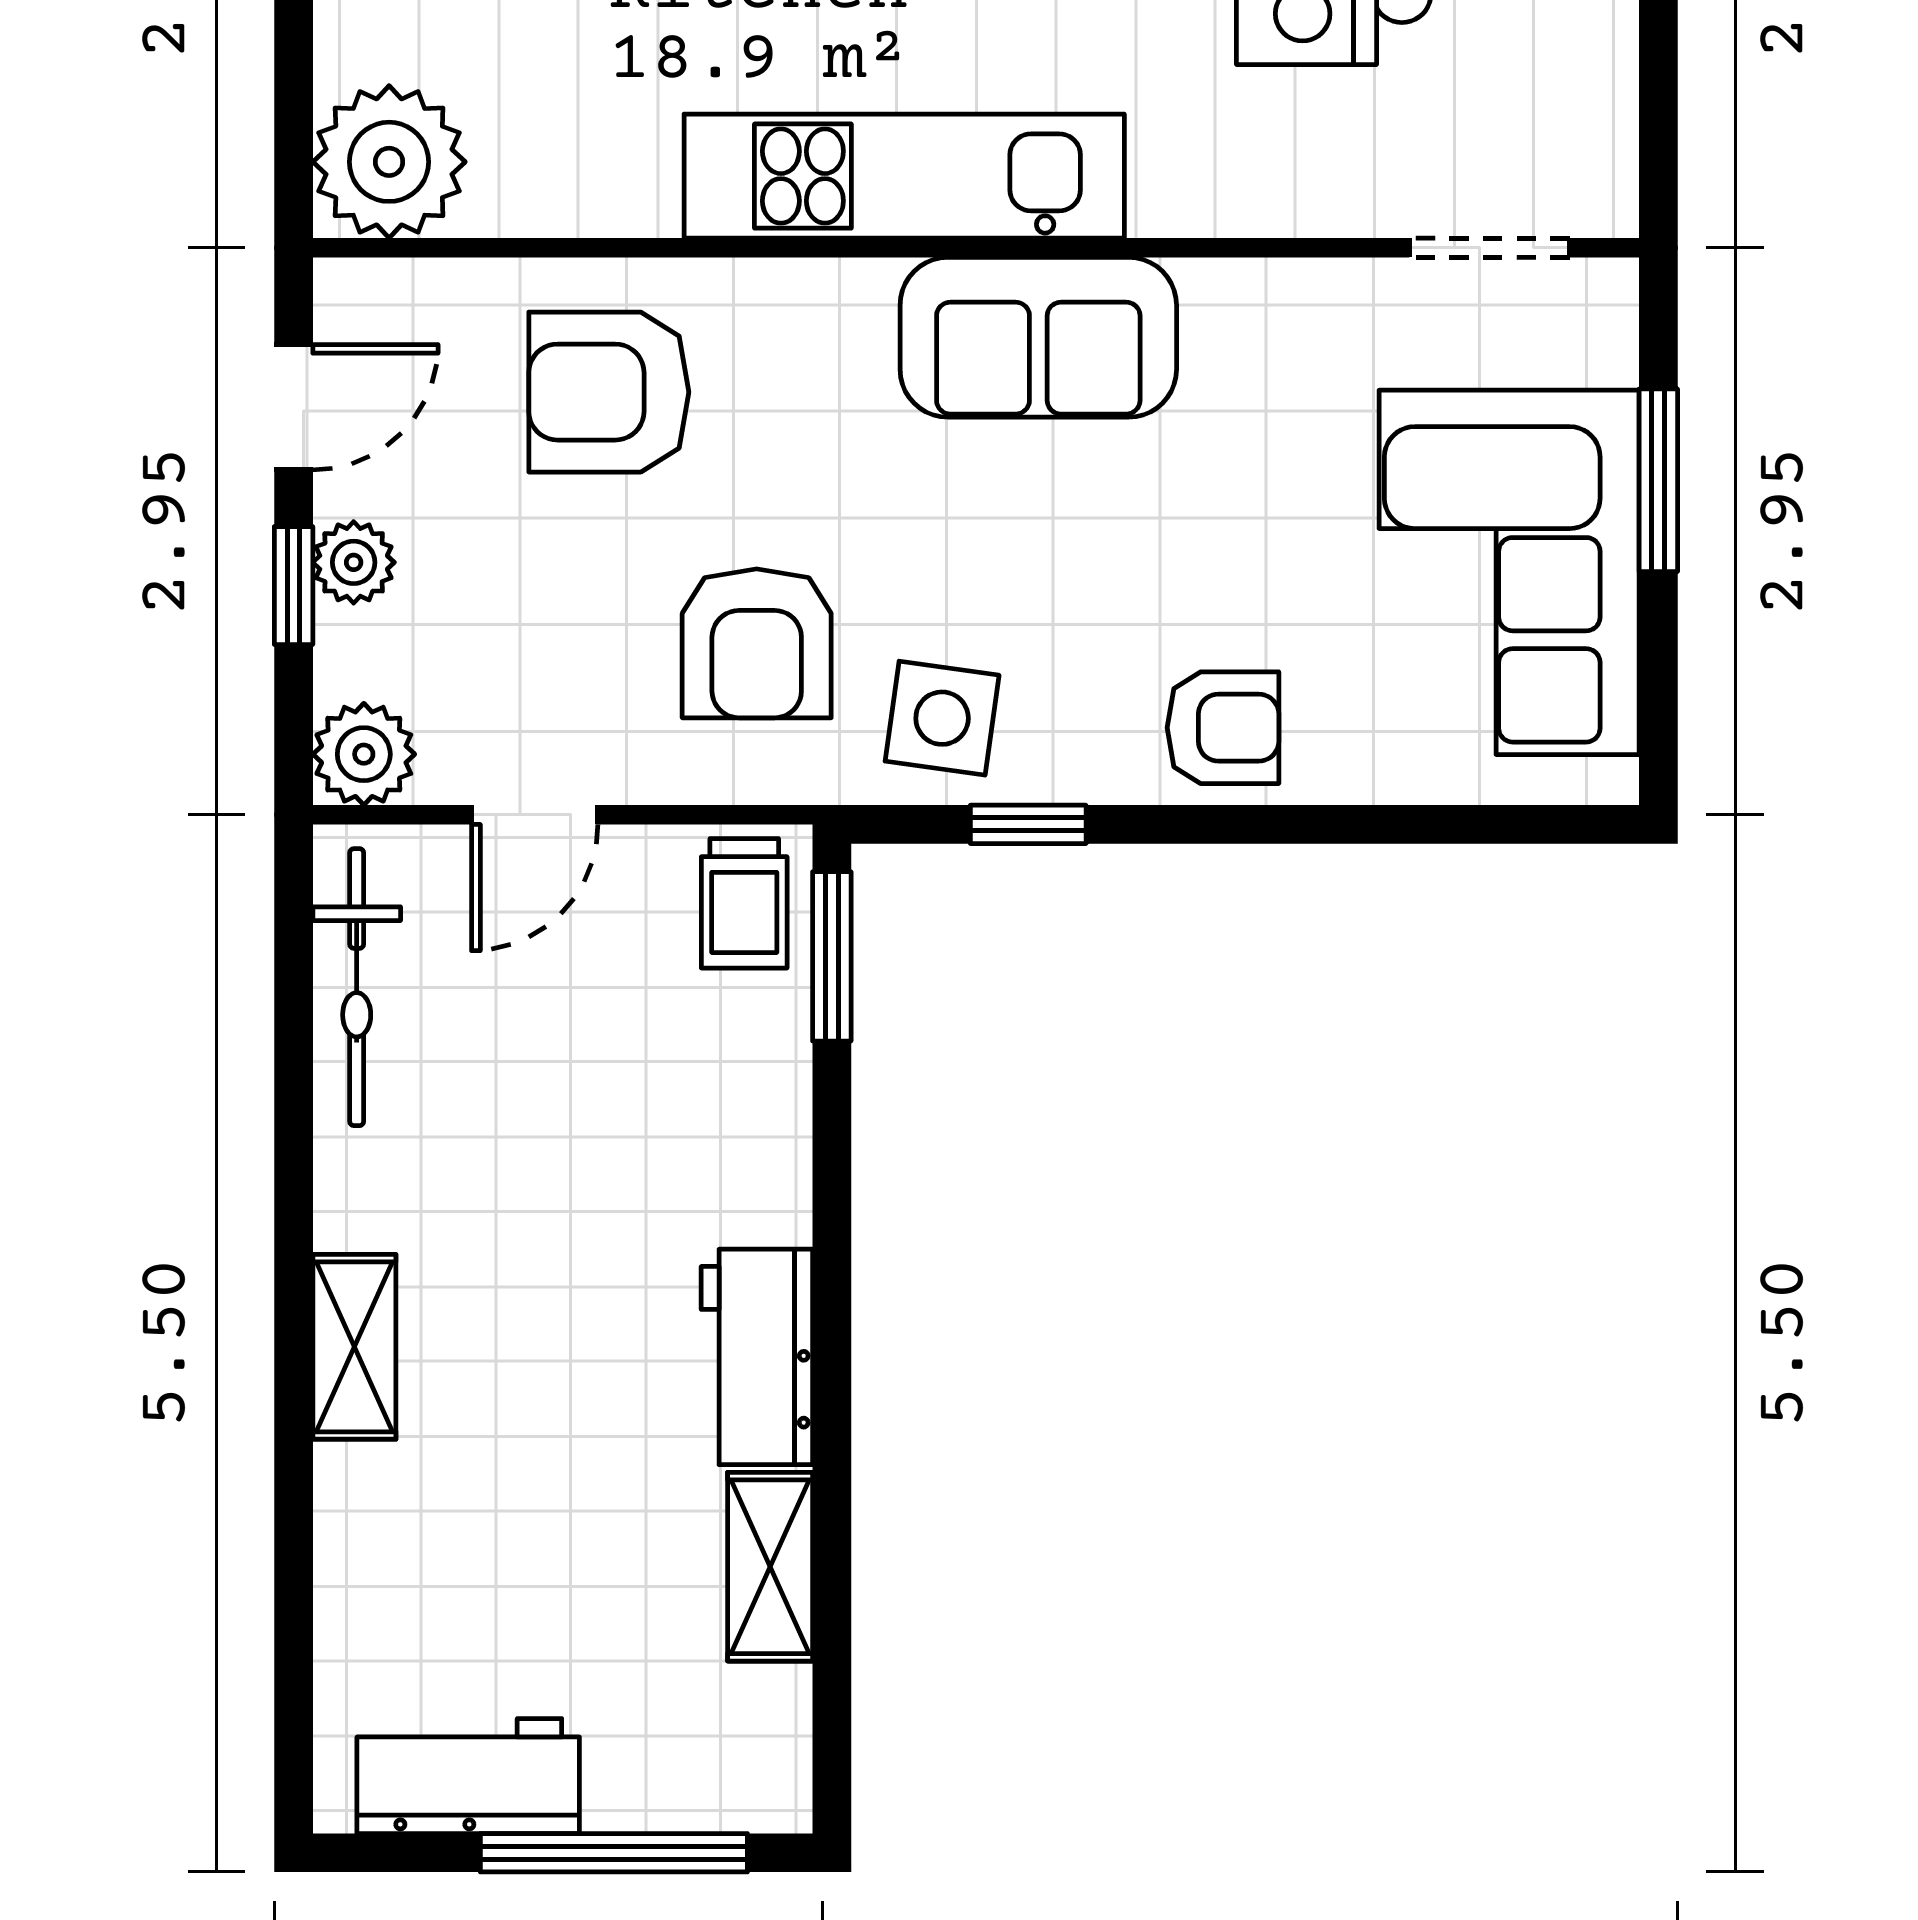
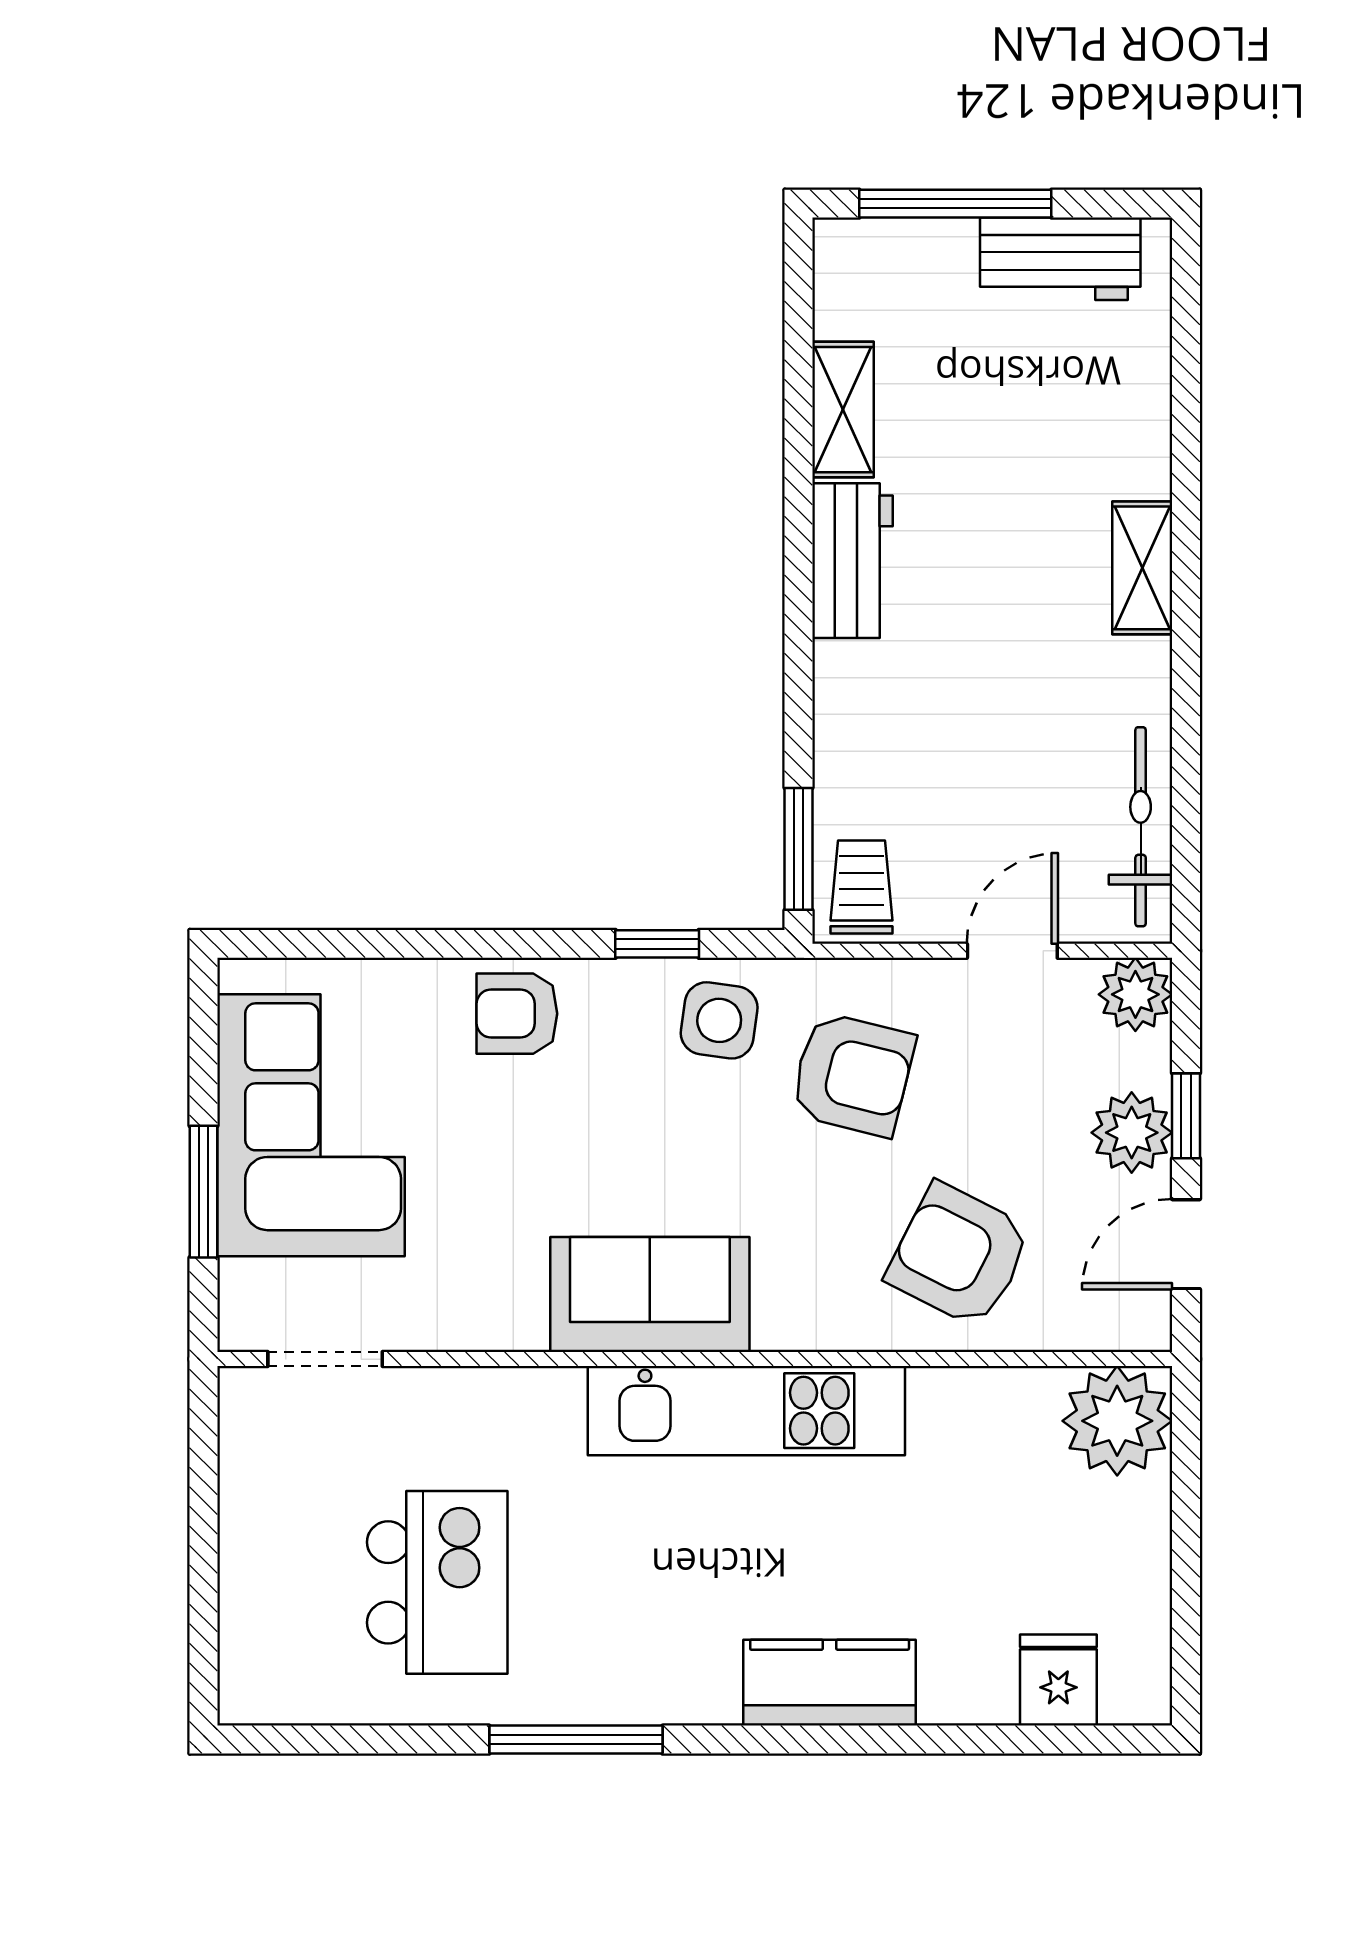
armchair: (609, 392) -> (959, 1255), turned -153
plant: (354, 562) -> (1132, 1133), width x1.38, depth x1.38
armchair: (757, 643) -> (853, 1074), turned 104

